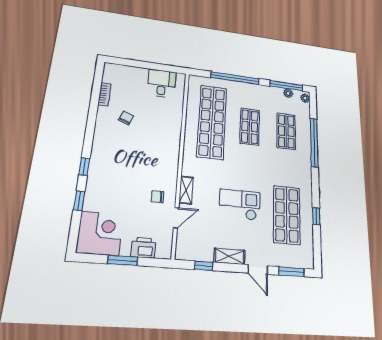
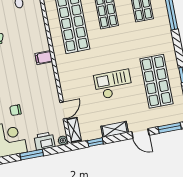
filing cabinet: (171, 154) -> (44, 58), added
shelving: (186, 190) -> (74, 130), moved
chair: (157, 197) -> (15, 110), moved
plant: (166, 253) -> (63, 140), added

